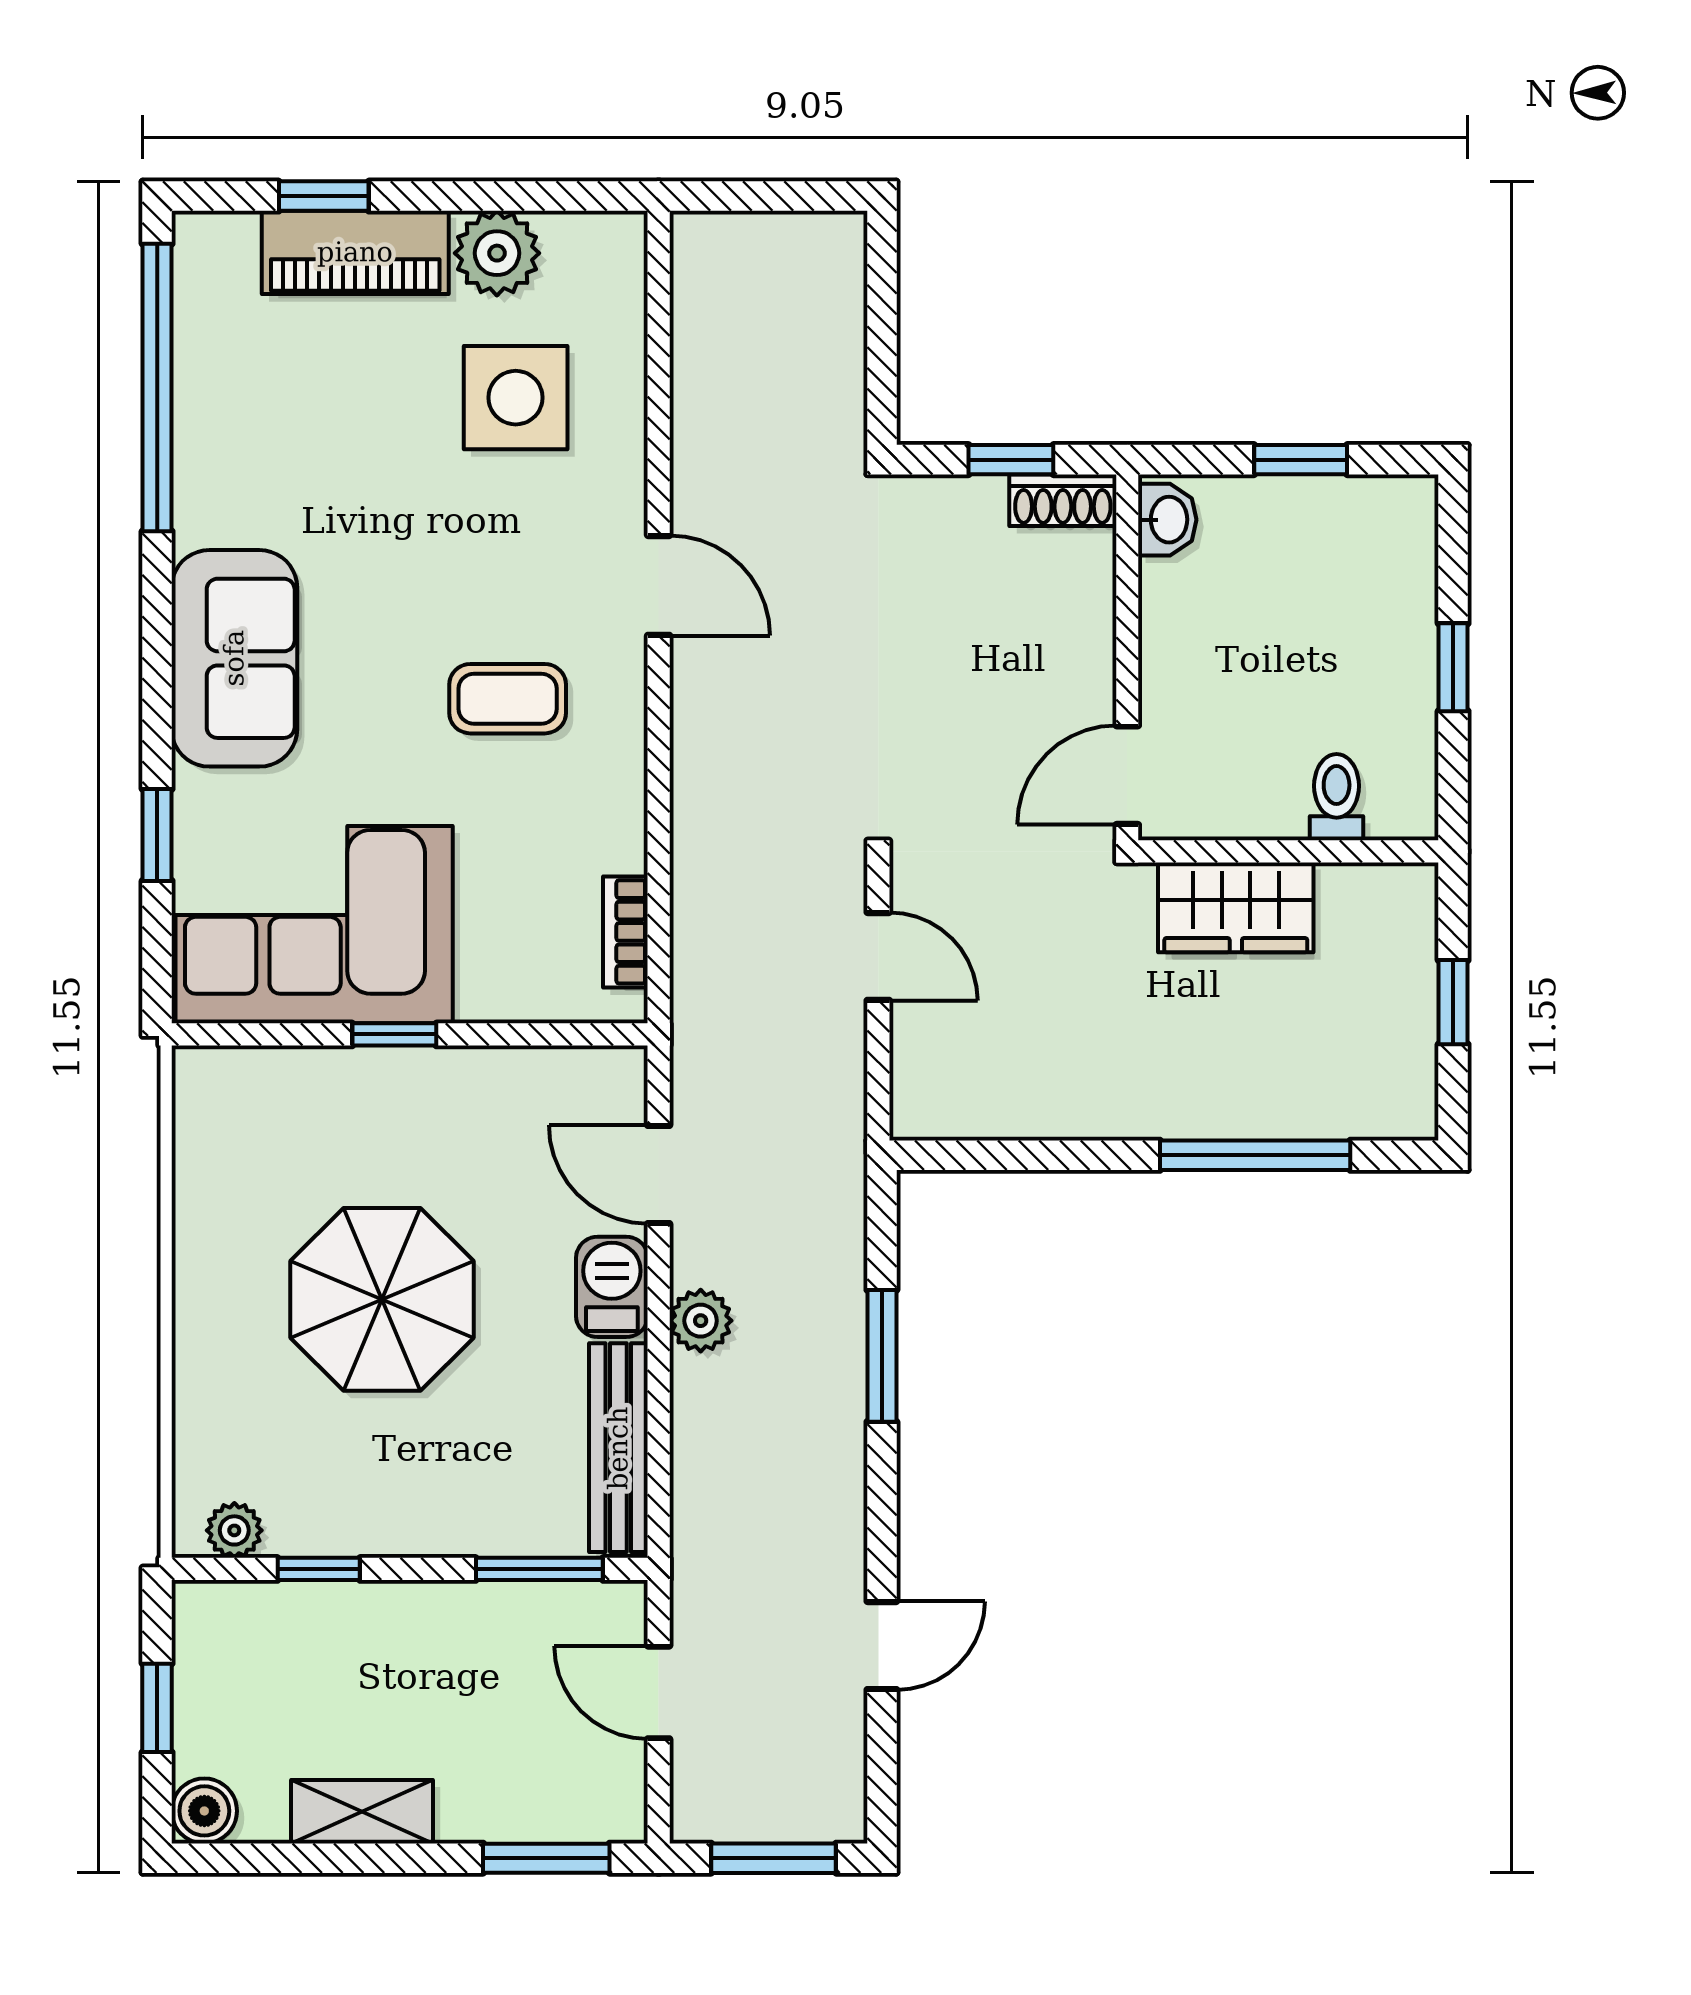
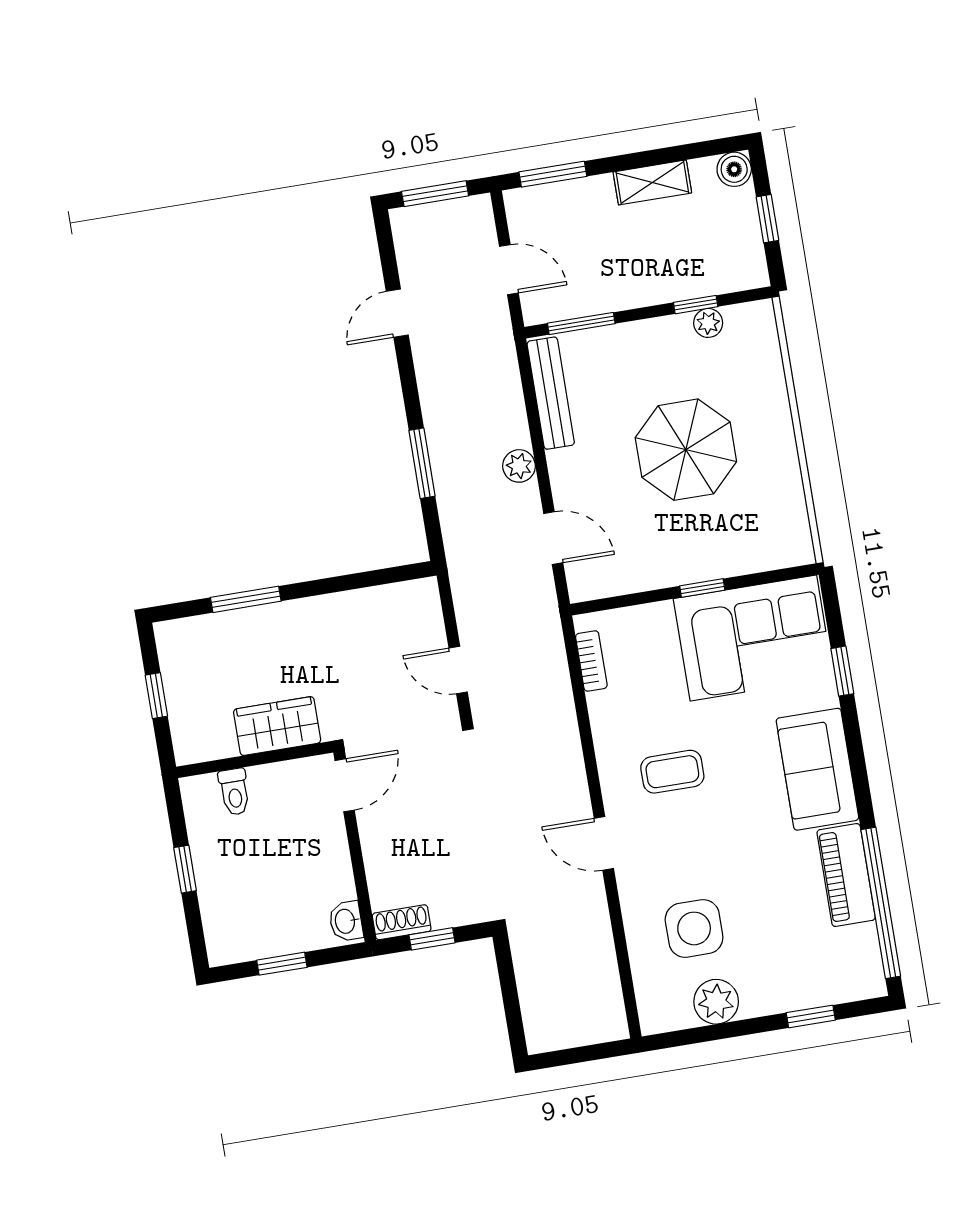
piano: (355, 252) -> (846, 875), moved, turned -90
window: (1255, 1155) -> (246, 599), width x0.69
barbecue: (612, 1287) -> (568, 476), removed
plant: (234, 1530) -> (708, 323), moved

